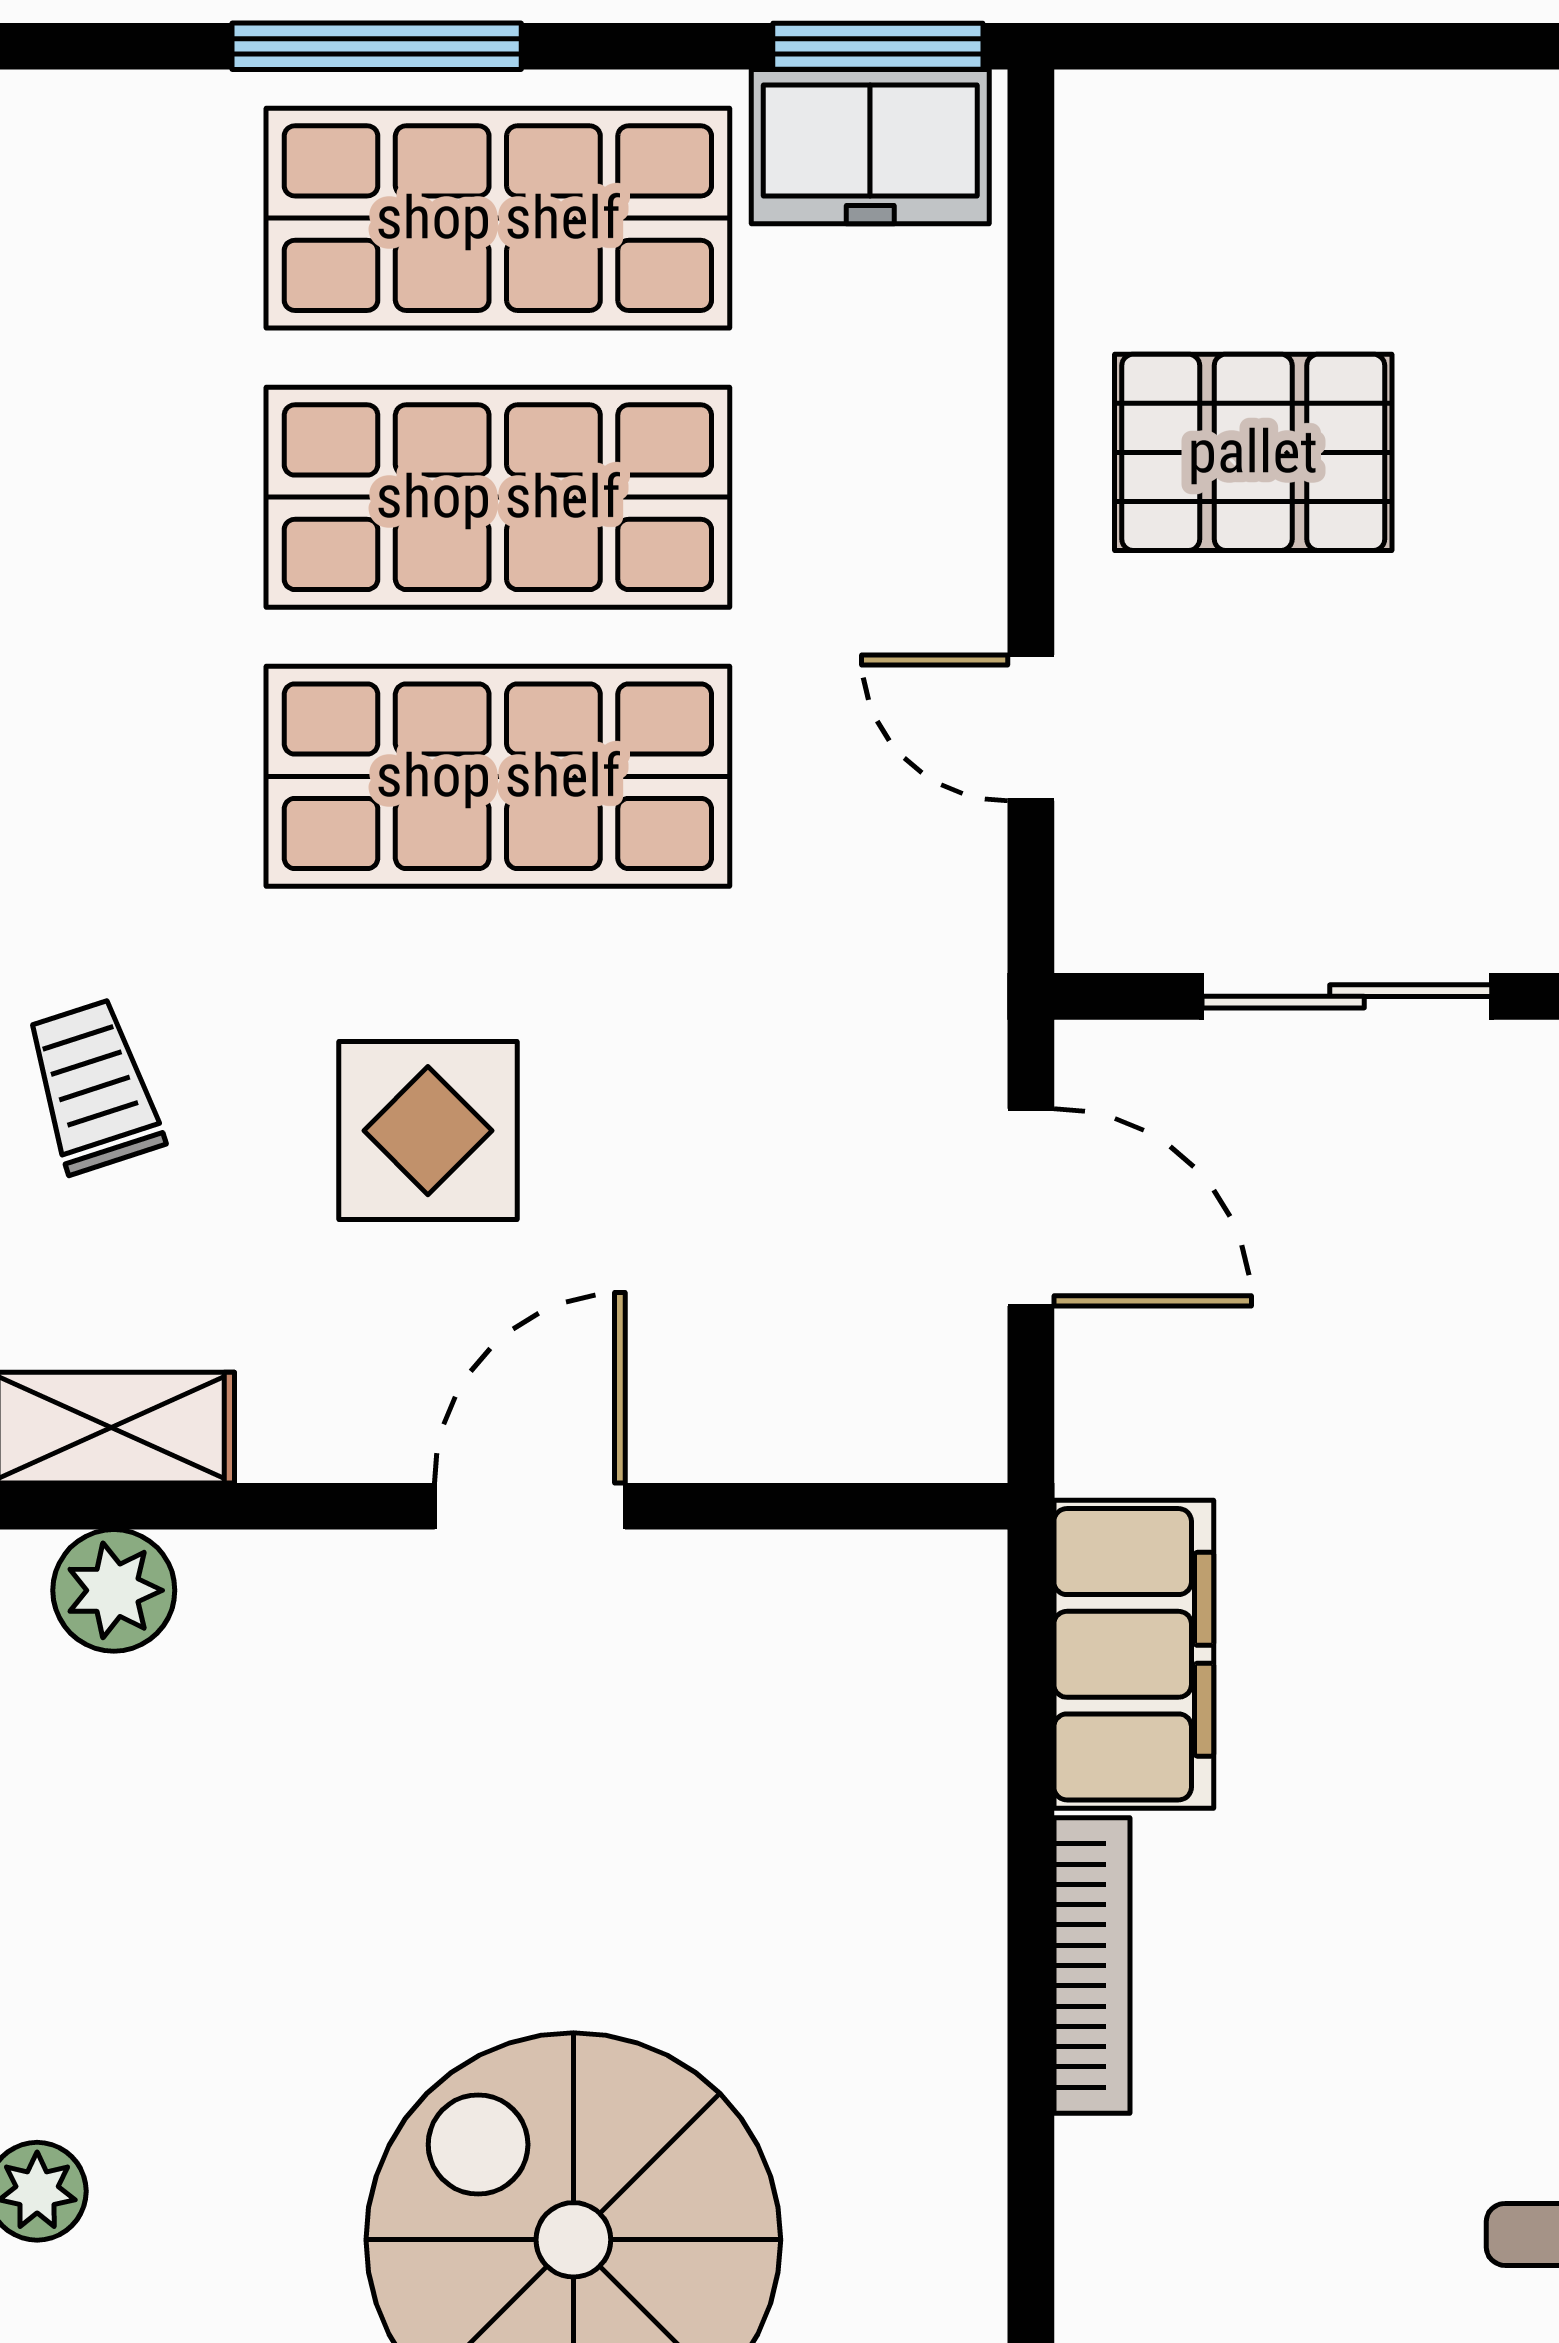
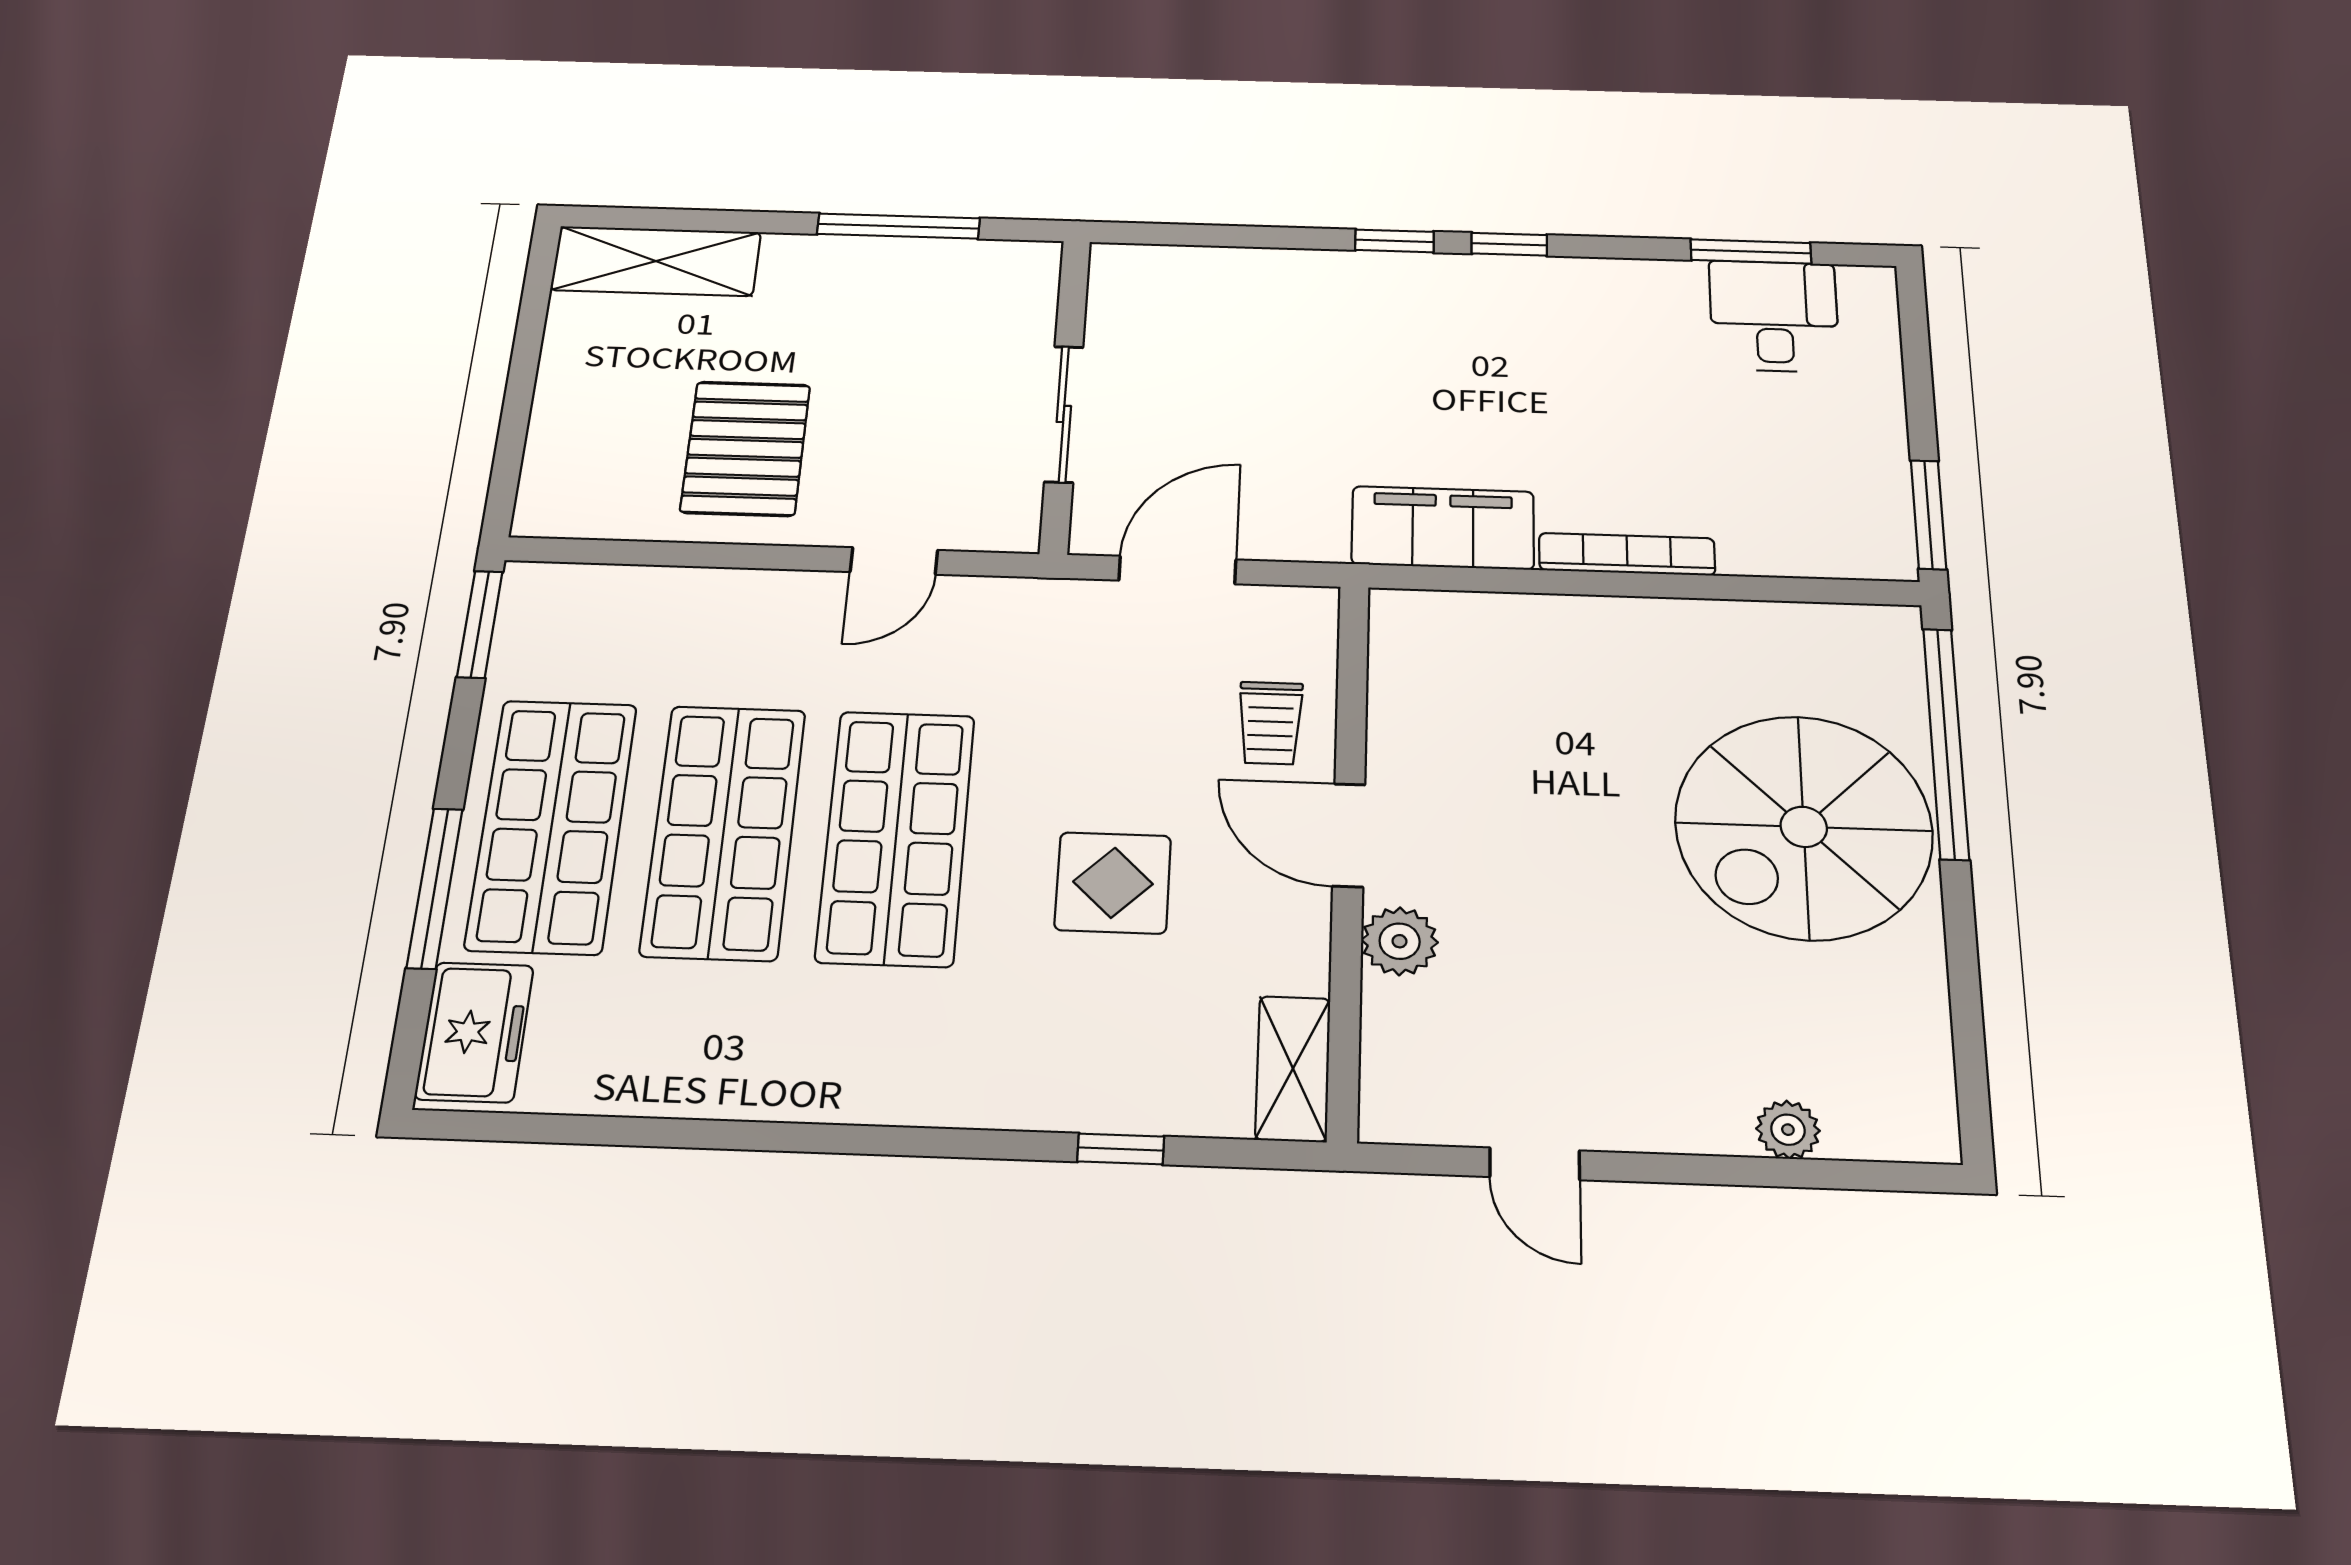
freezer: (870, 147) -> (474, 1032), moved
trolley: (94, 1086) -> (1270, 723), moved, turned -72
plant: (114, 1590) -> (1400, 941), moved

